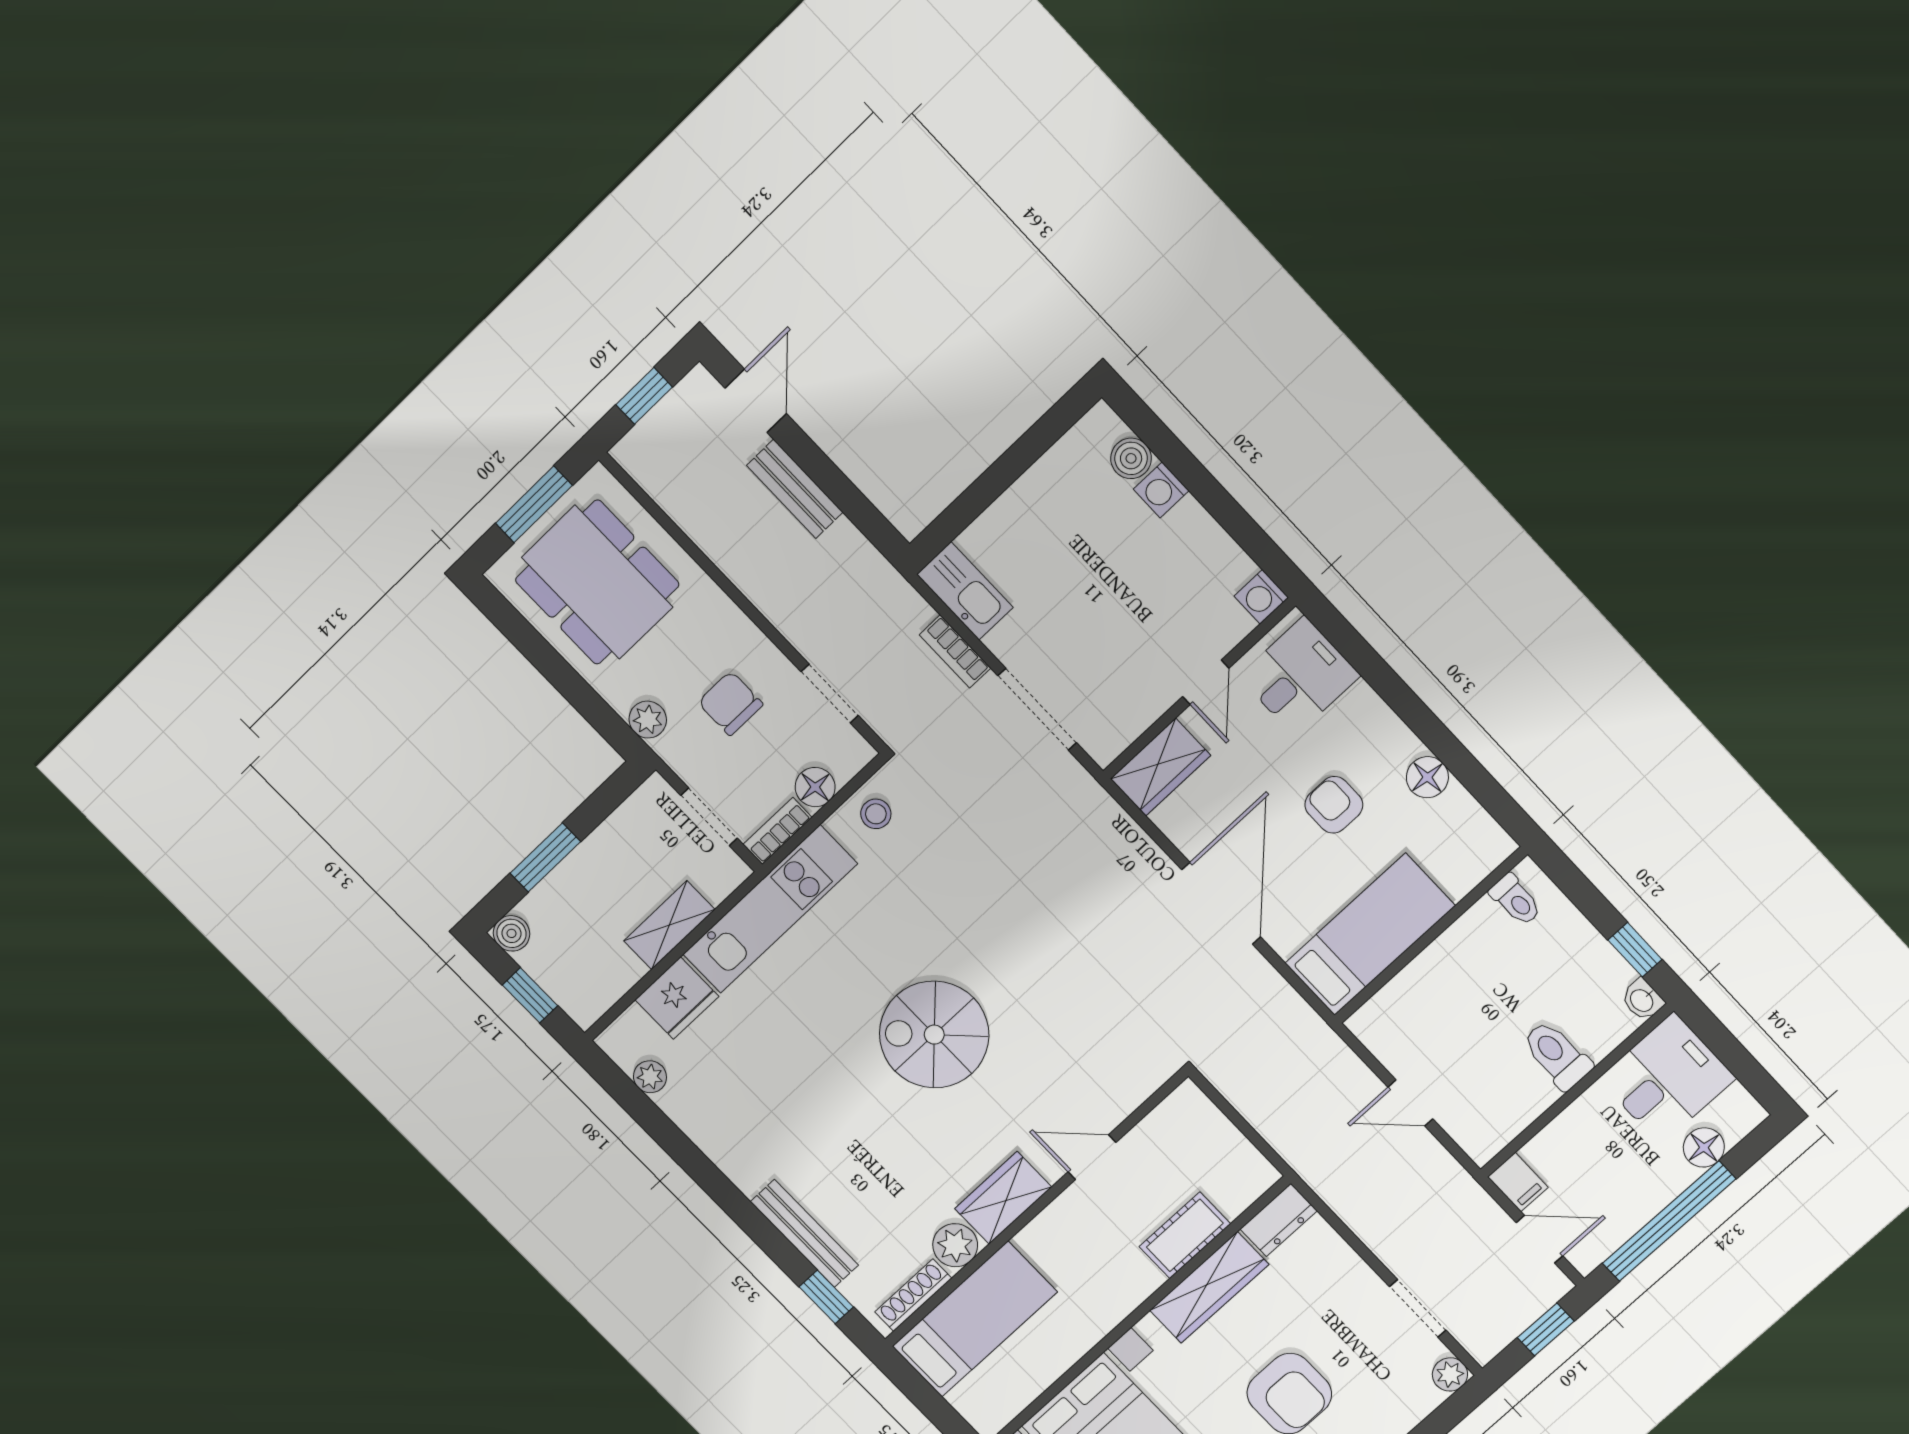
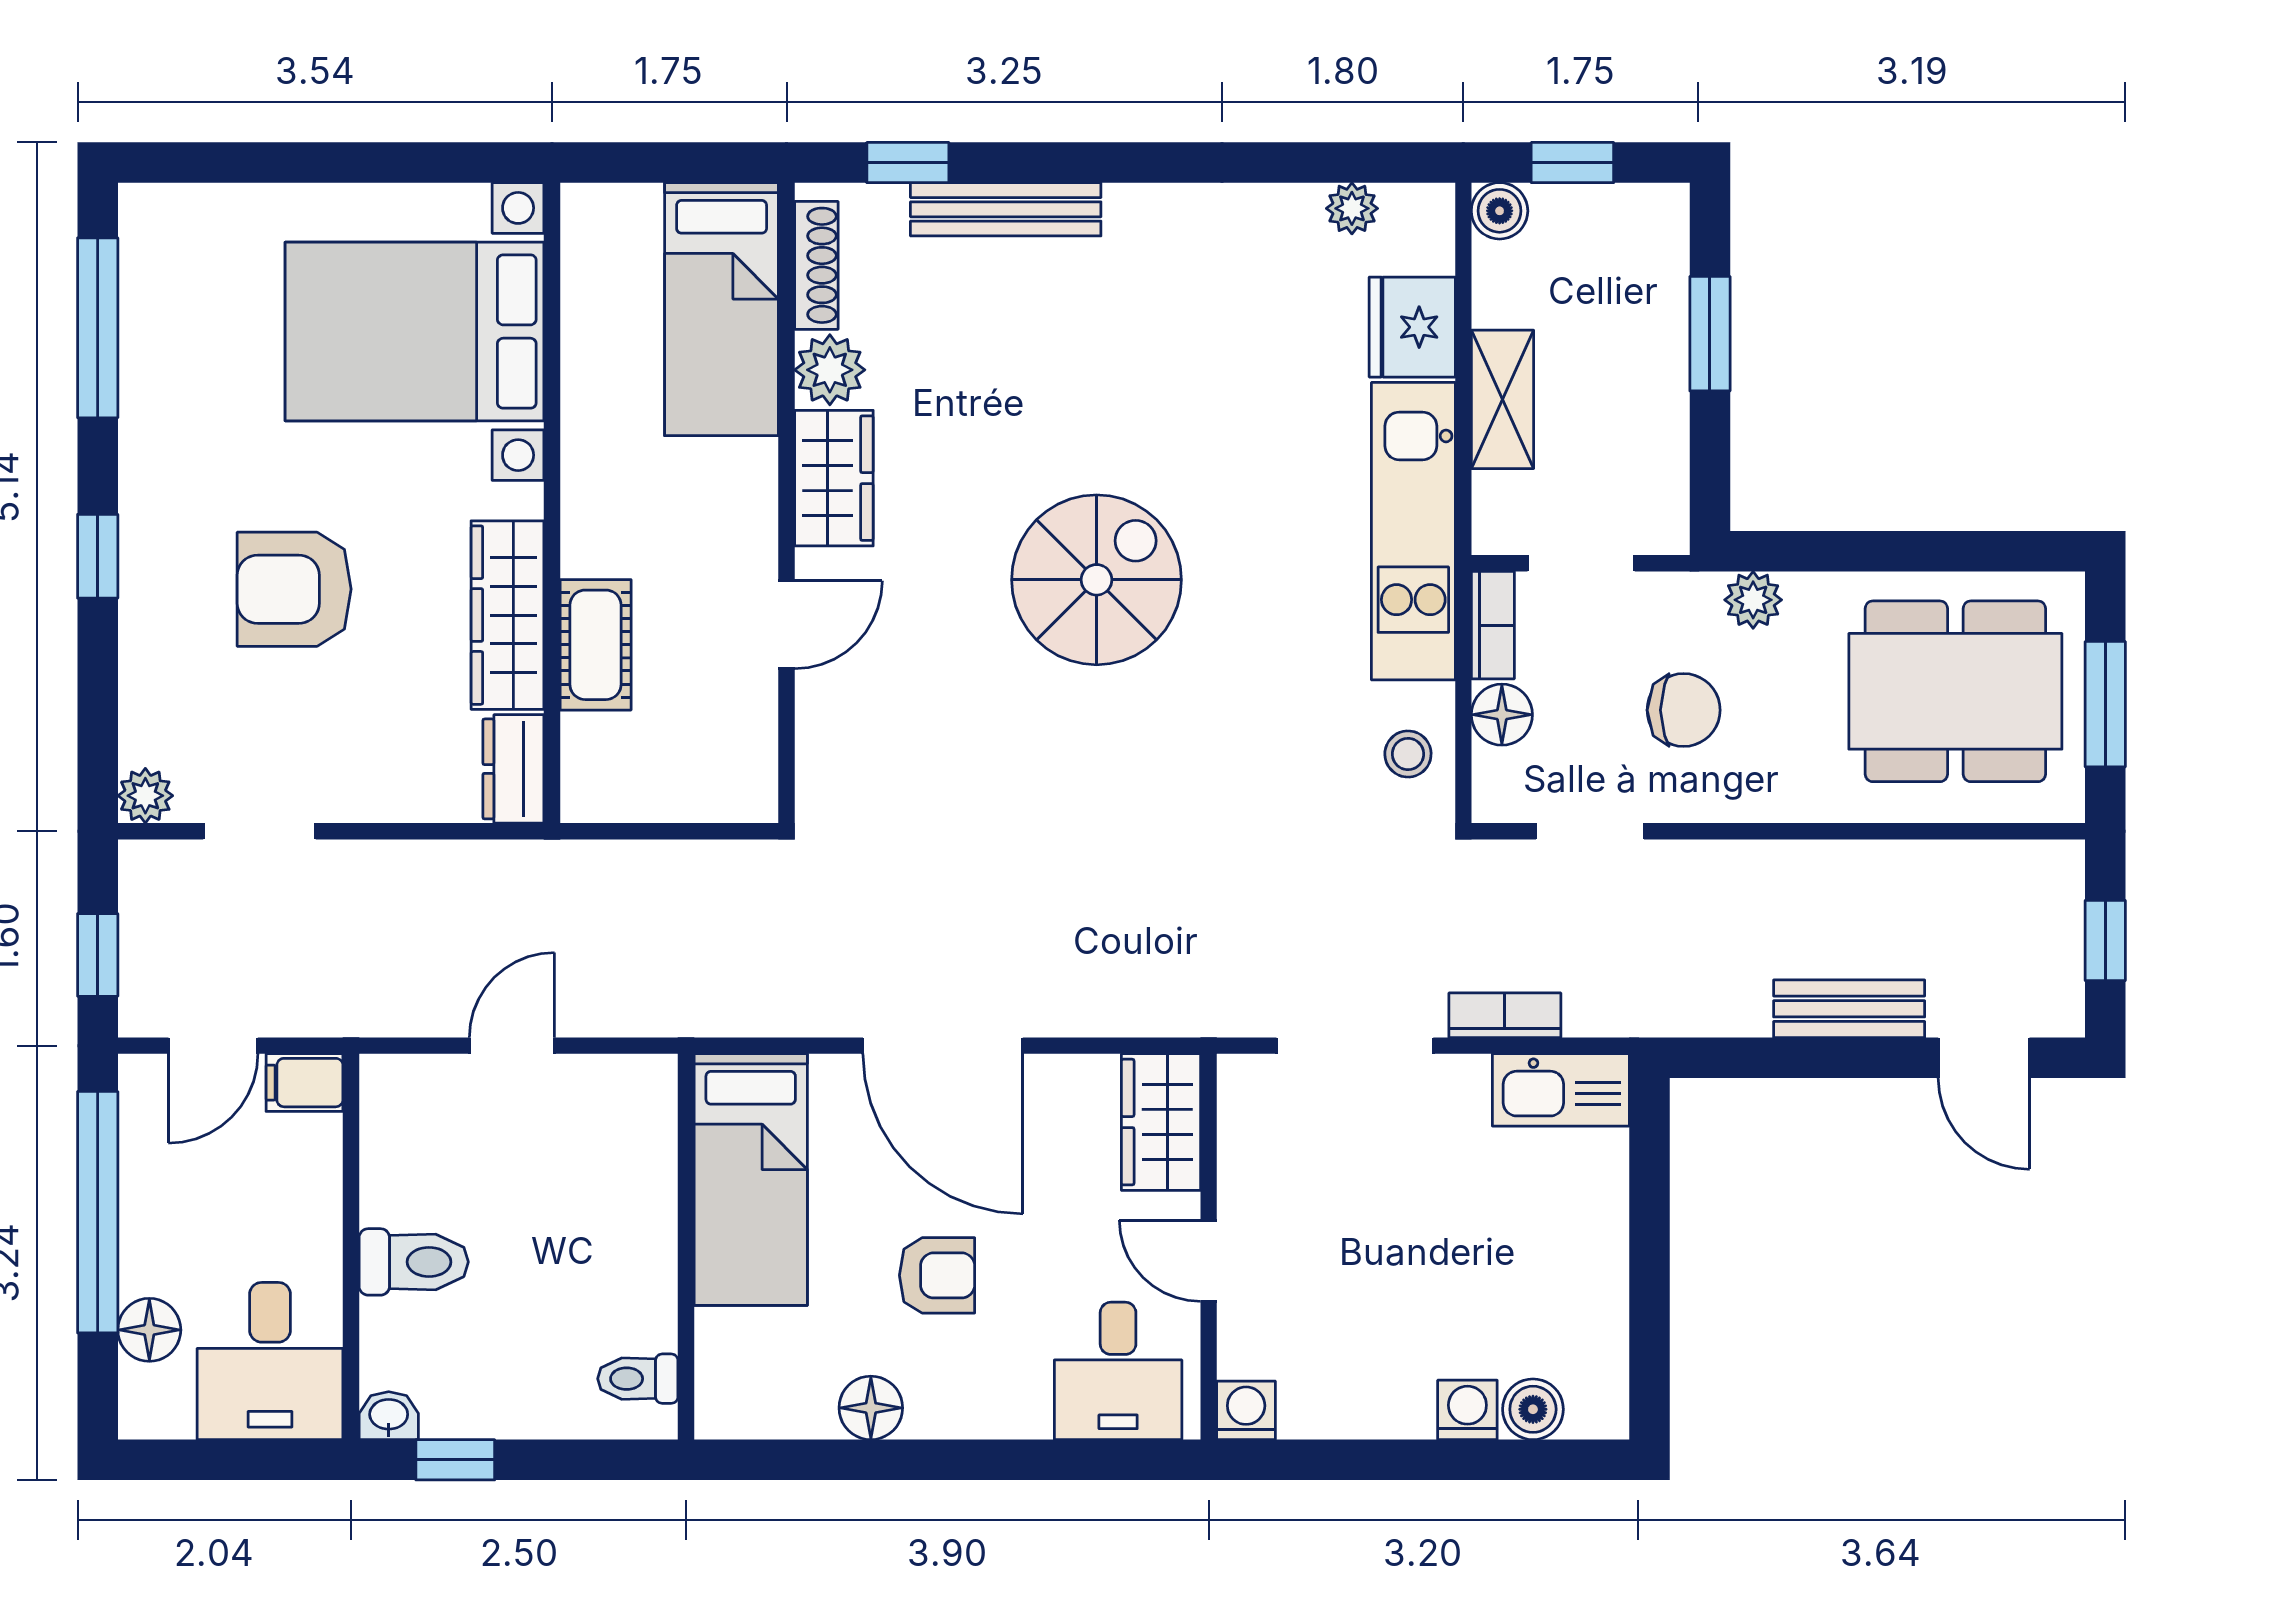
boiler: (512, 933) -> (1500, 211), moved

